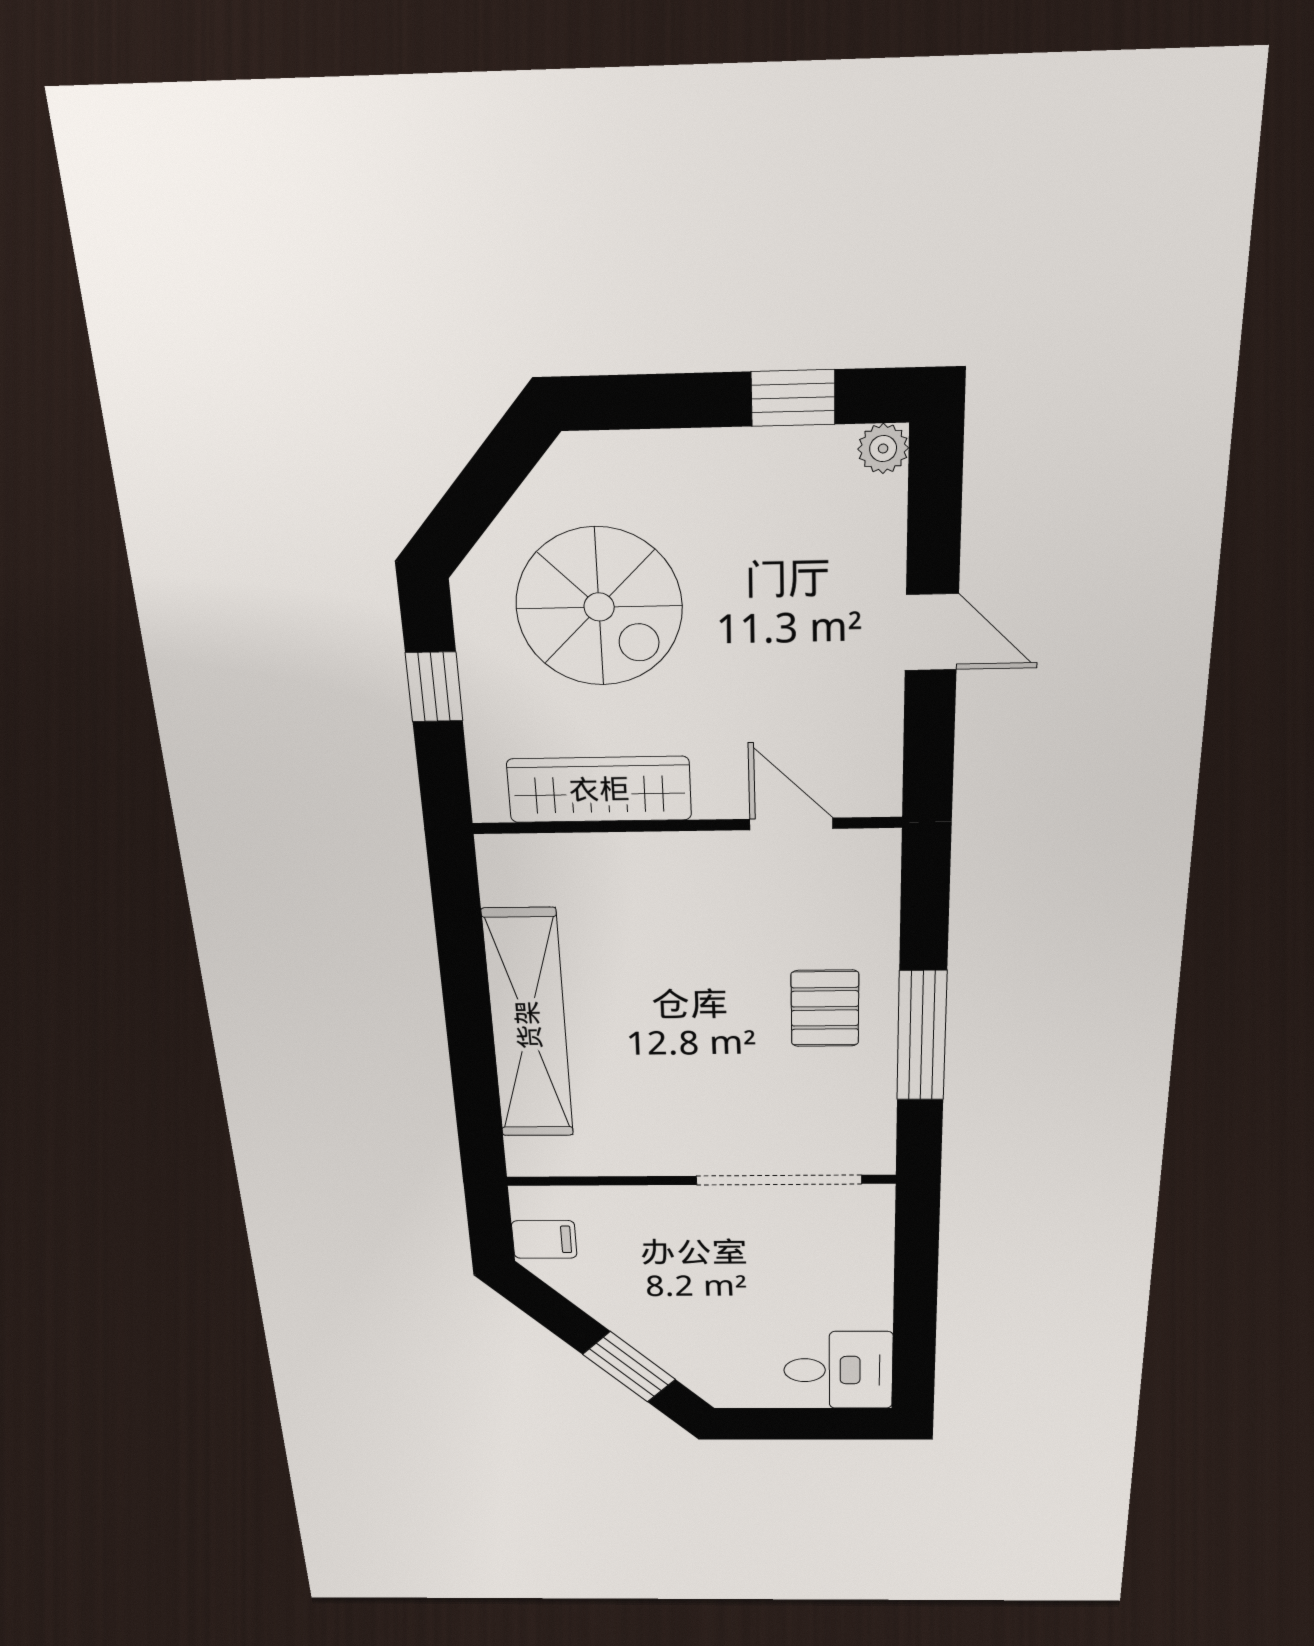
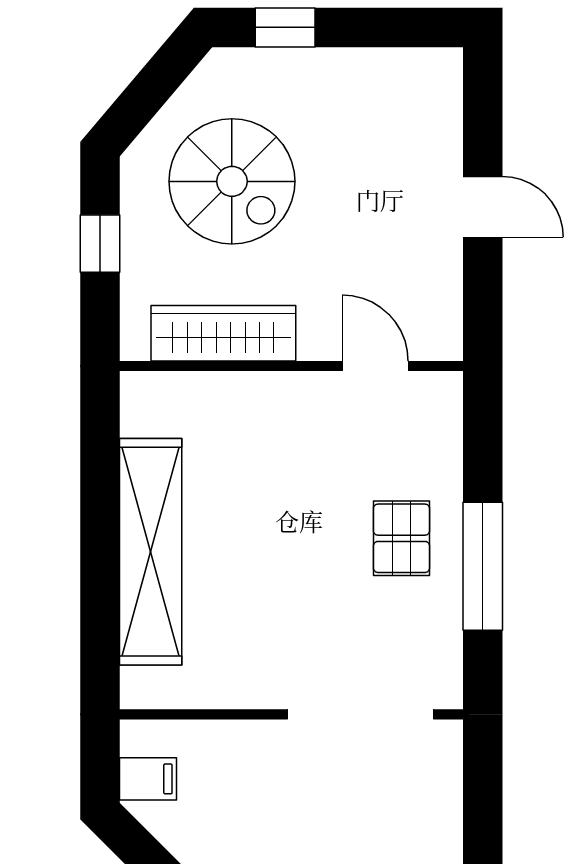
window: (793, 398) -> (285, 27), moved
plant: (883, 449) -> (445, 66), removed

